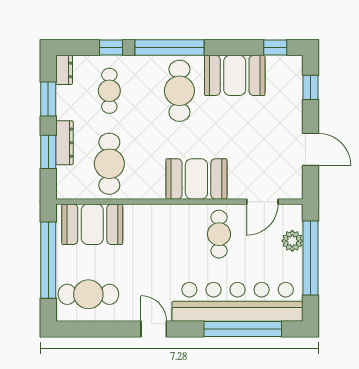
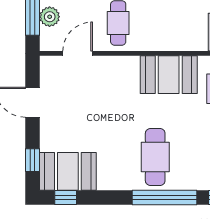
booth: (235, 75) -> (68, 171), moved
booth: (196, 179) -> (169, 75), moved

